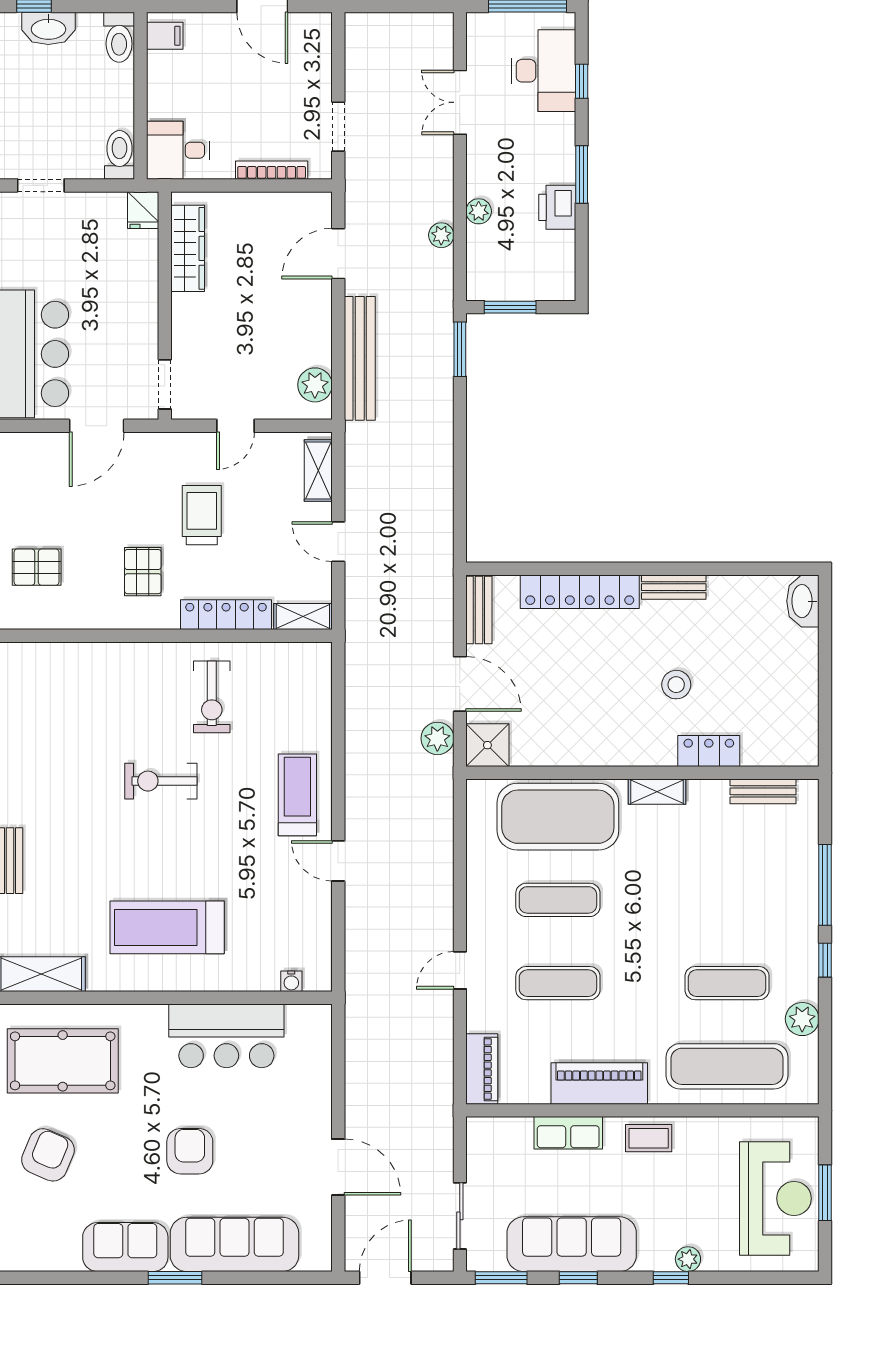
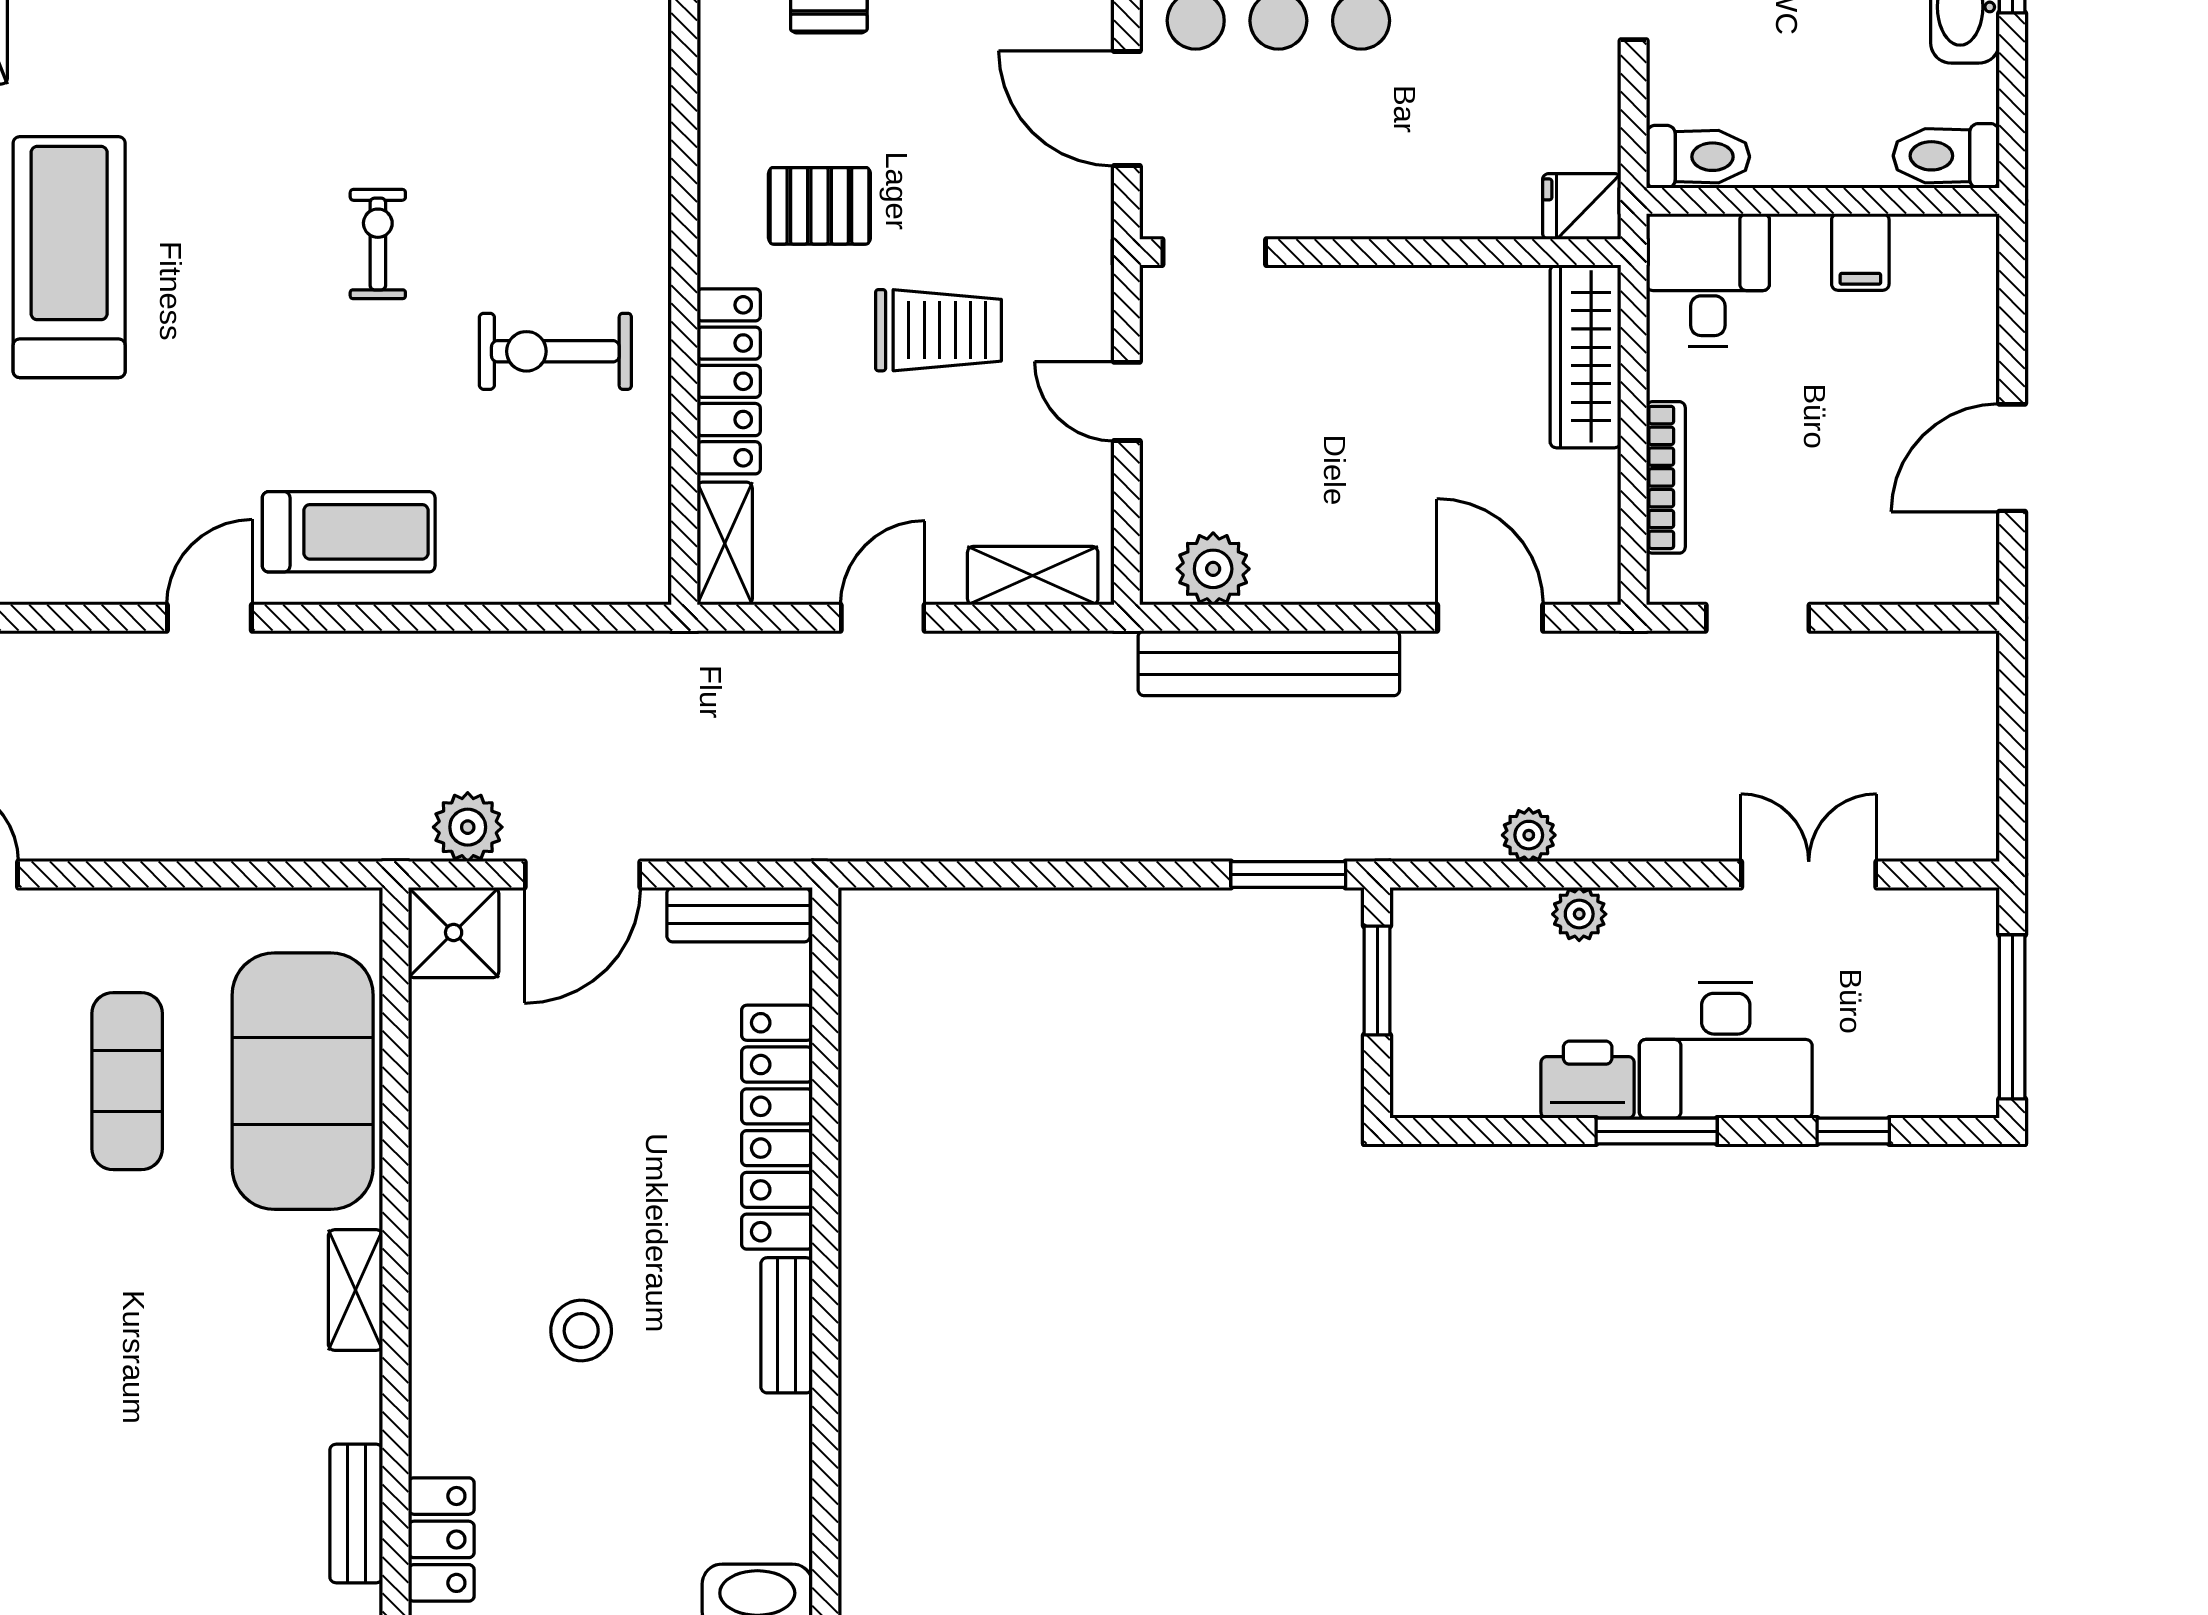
filing cabinet: (165, 36) -> (1860, 252), moved
desk: (543, 71) -> (1726, 1050), moved
wardrobe: (188, 248) -> (1585, 356), moved, turned 90
locker: (709, 751) -> (441, 1539), moved
exercise bike: (161, 781) -> (378, 244), width x0.73, depth x0.72

